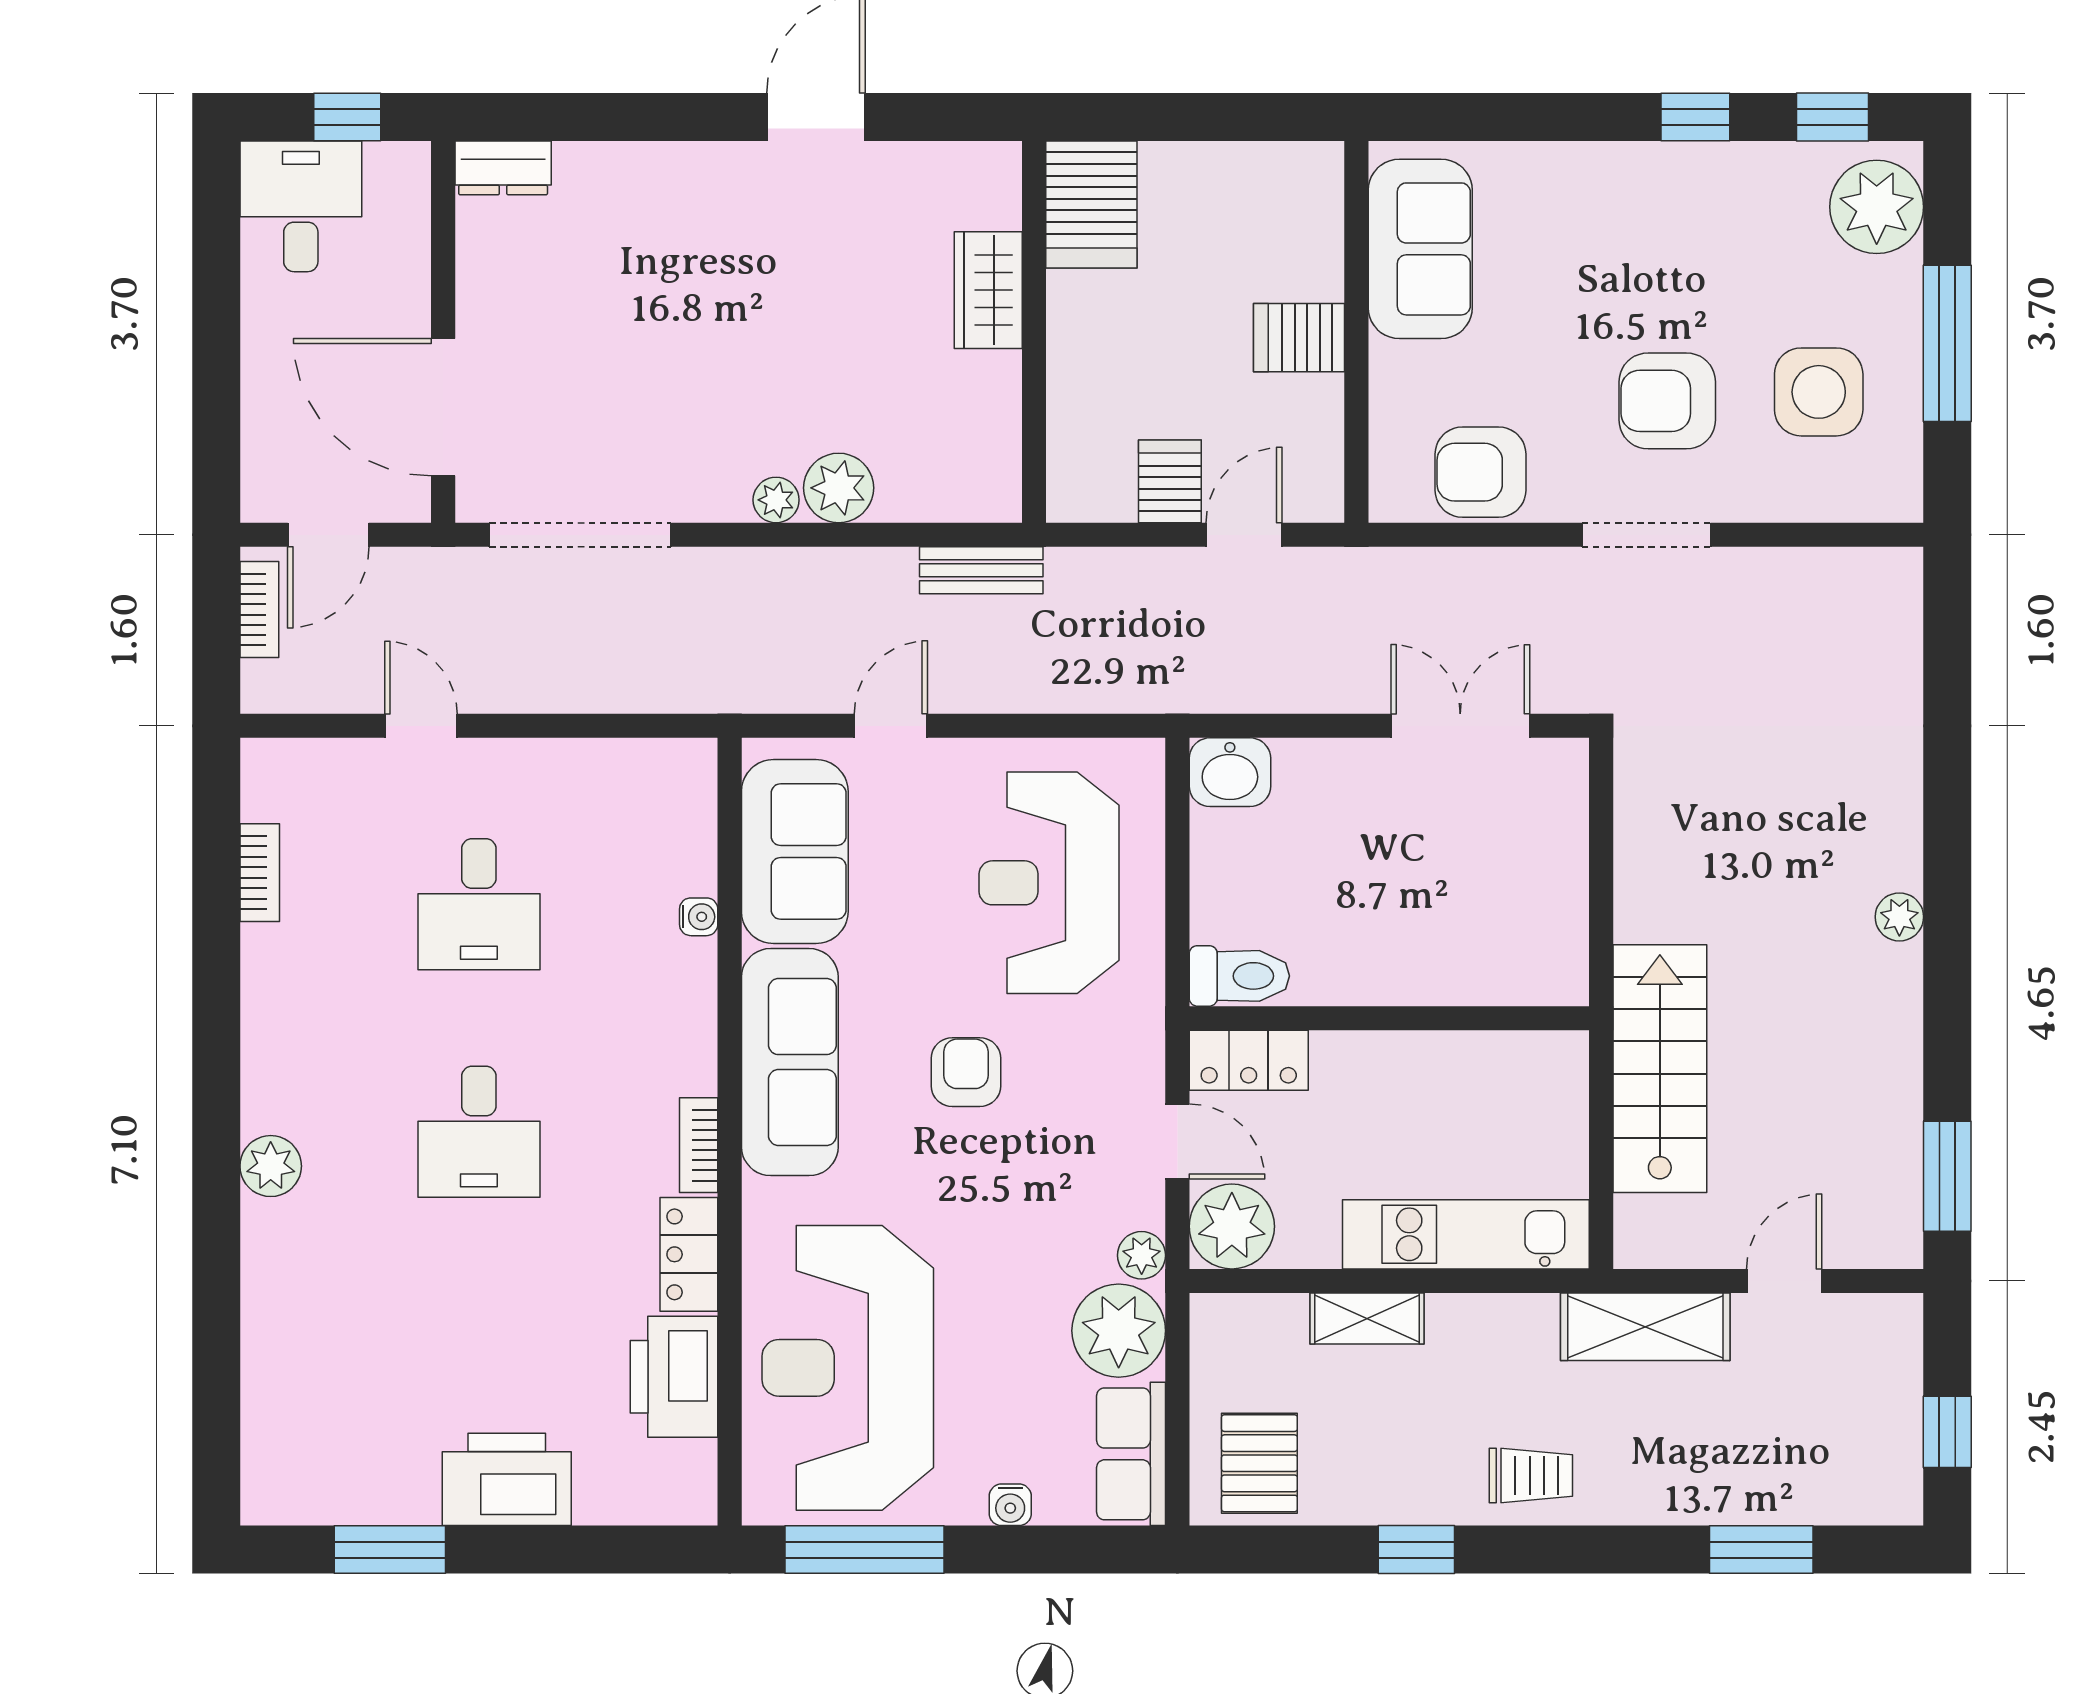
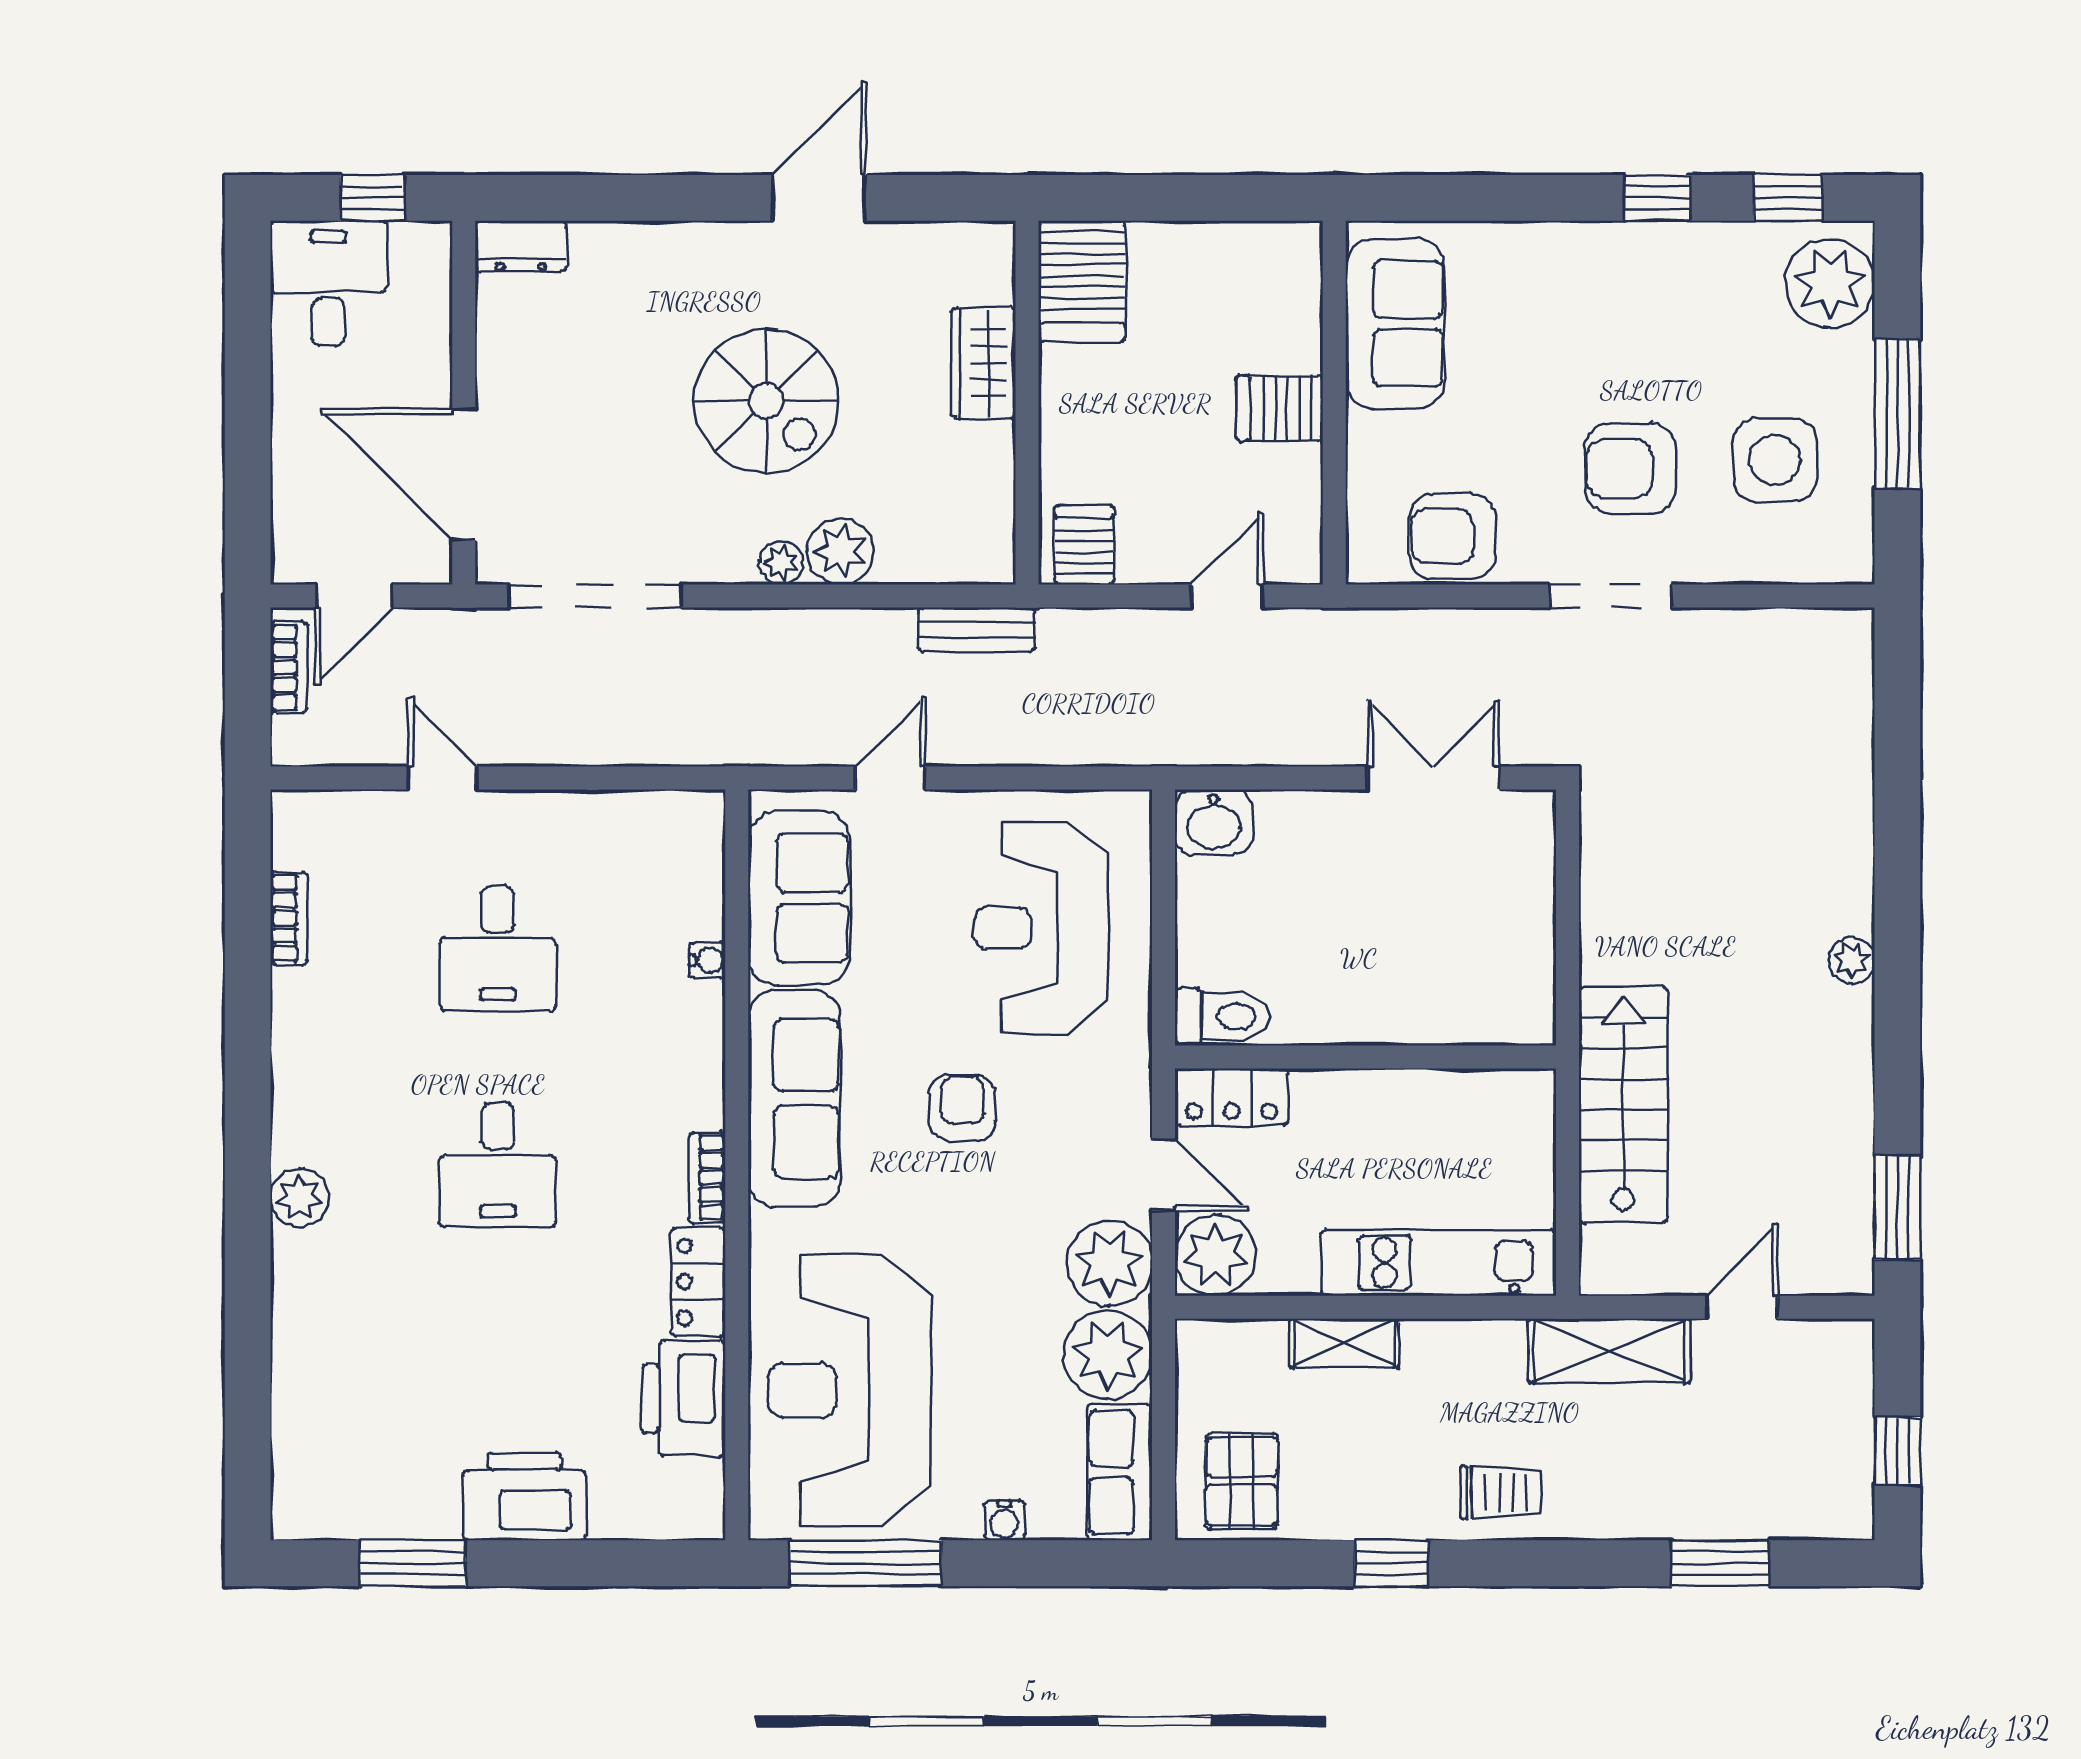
spiral stairs: (760, 330) -> (766, 401), added
server rack: (1170, 481) -> (1084, 545), moved
plant: (1142, 1255) -> (1109, 1263), width x1.87, depth x1.87

